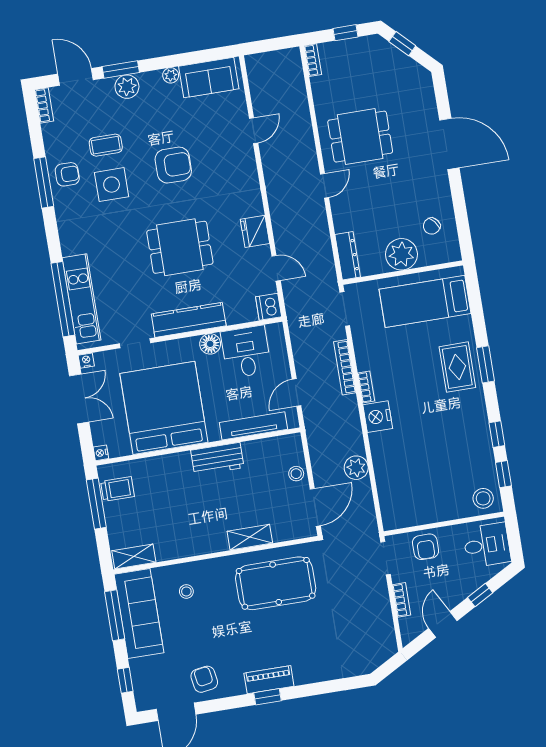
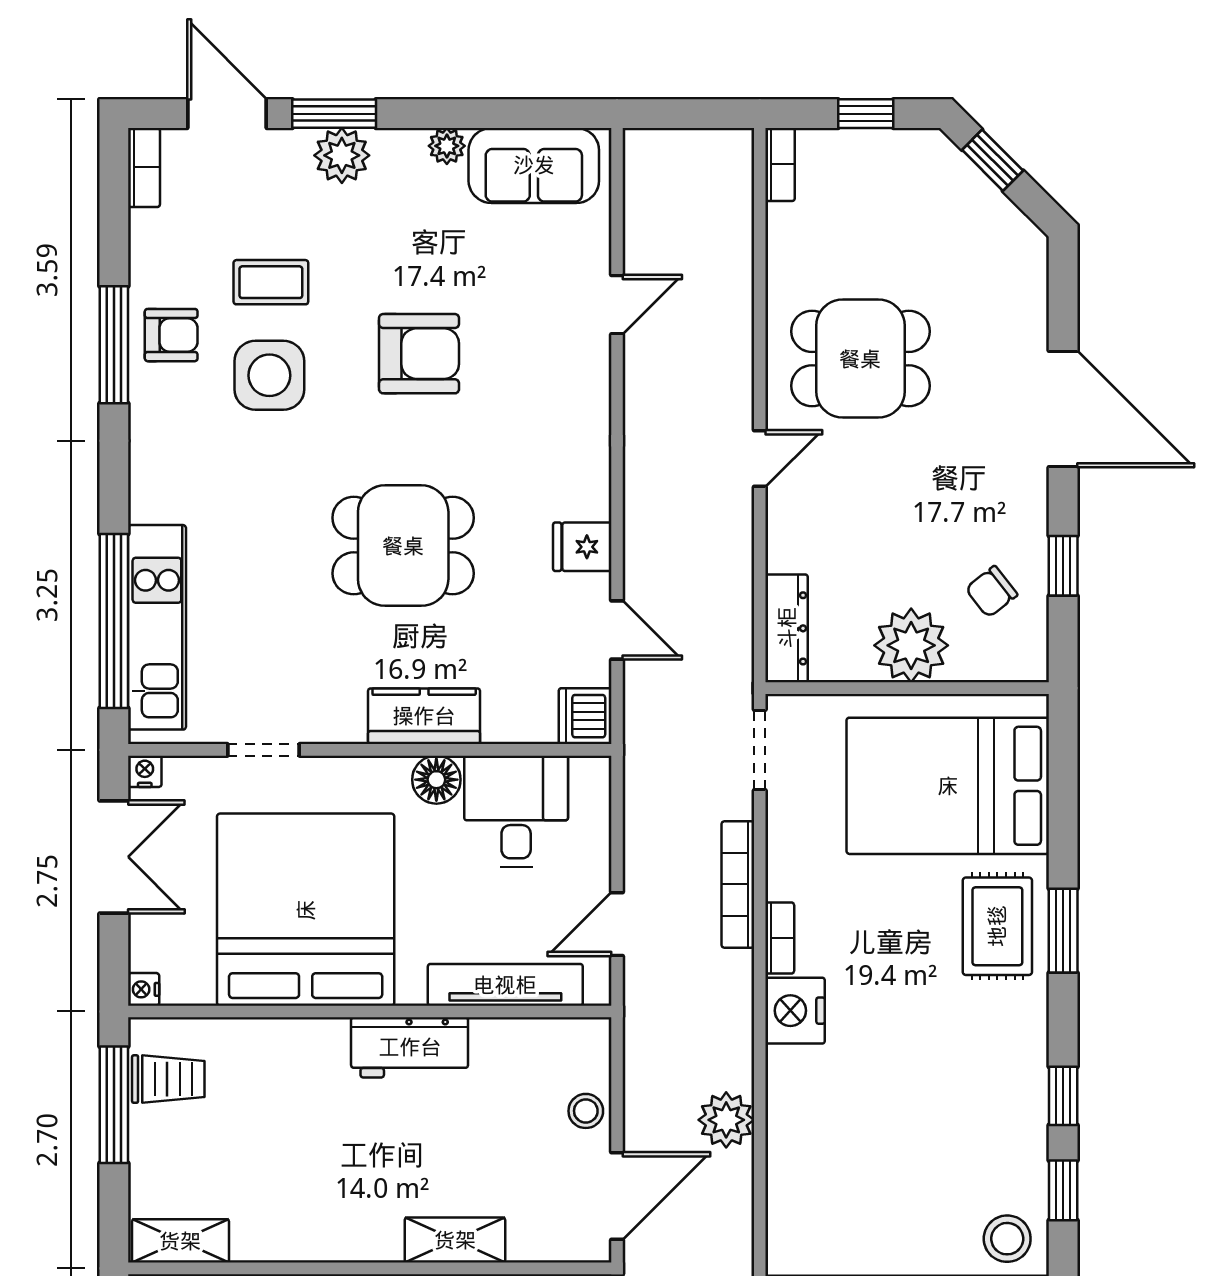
window: (460, 210) -> (1063, 566), added
fridge: (255, 231) -> (582, 547), width x0.72
bed: (425, 301) -> (948, 786), width x1.50
kitchen counter: (189, 320) -> (424, 716), width x0.67

